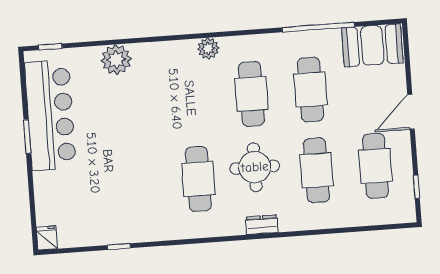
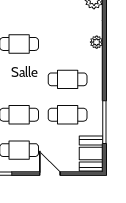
plant: (208, 48) -> (97, 42), moved
round table: (255, 167) -> (24, 78), removed

